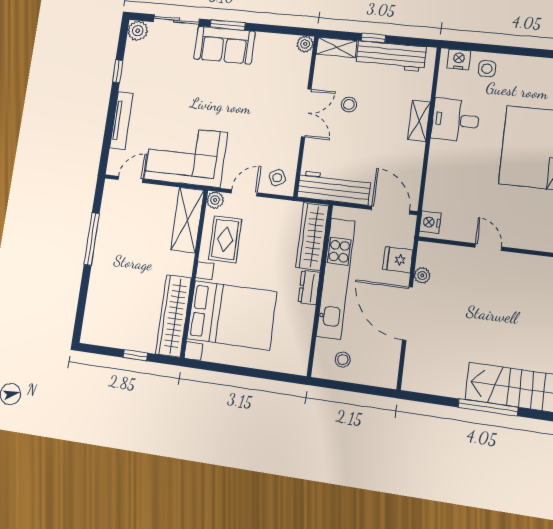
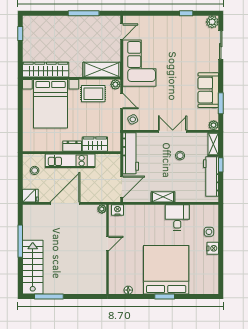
window: (228, 25) -> (221, 103), moved
sofa: (224, 45) -> (208, 90), moved
nightstand: (459, 59) -> (213, 248), moved
double door: (306, 113) -> (173, 131), swing flipped
tv unit: (121, 121) -> (156, 20), removed
shelving: (419, 121) -> (163, 197), moved
door: (130, 179) -> (122, 32), hinge flipped
wardrobe: (312, 237) -> (95, 144), width x0.67
fridge: (398, 260) -> (30, 196), moved, turned 90
plant: (422, 275) -> (102, 209), moved
kitchen unit: (336, 278) -> (70, 161), width x0.73
window: (135, 355) -> (20, 33), moved
window: (488, 407) -> (20, 241), moved

